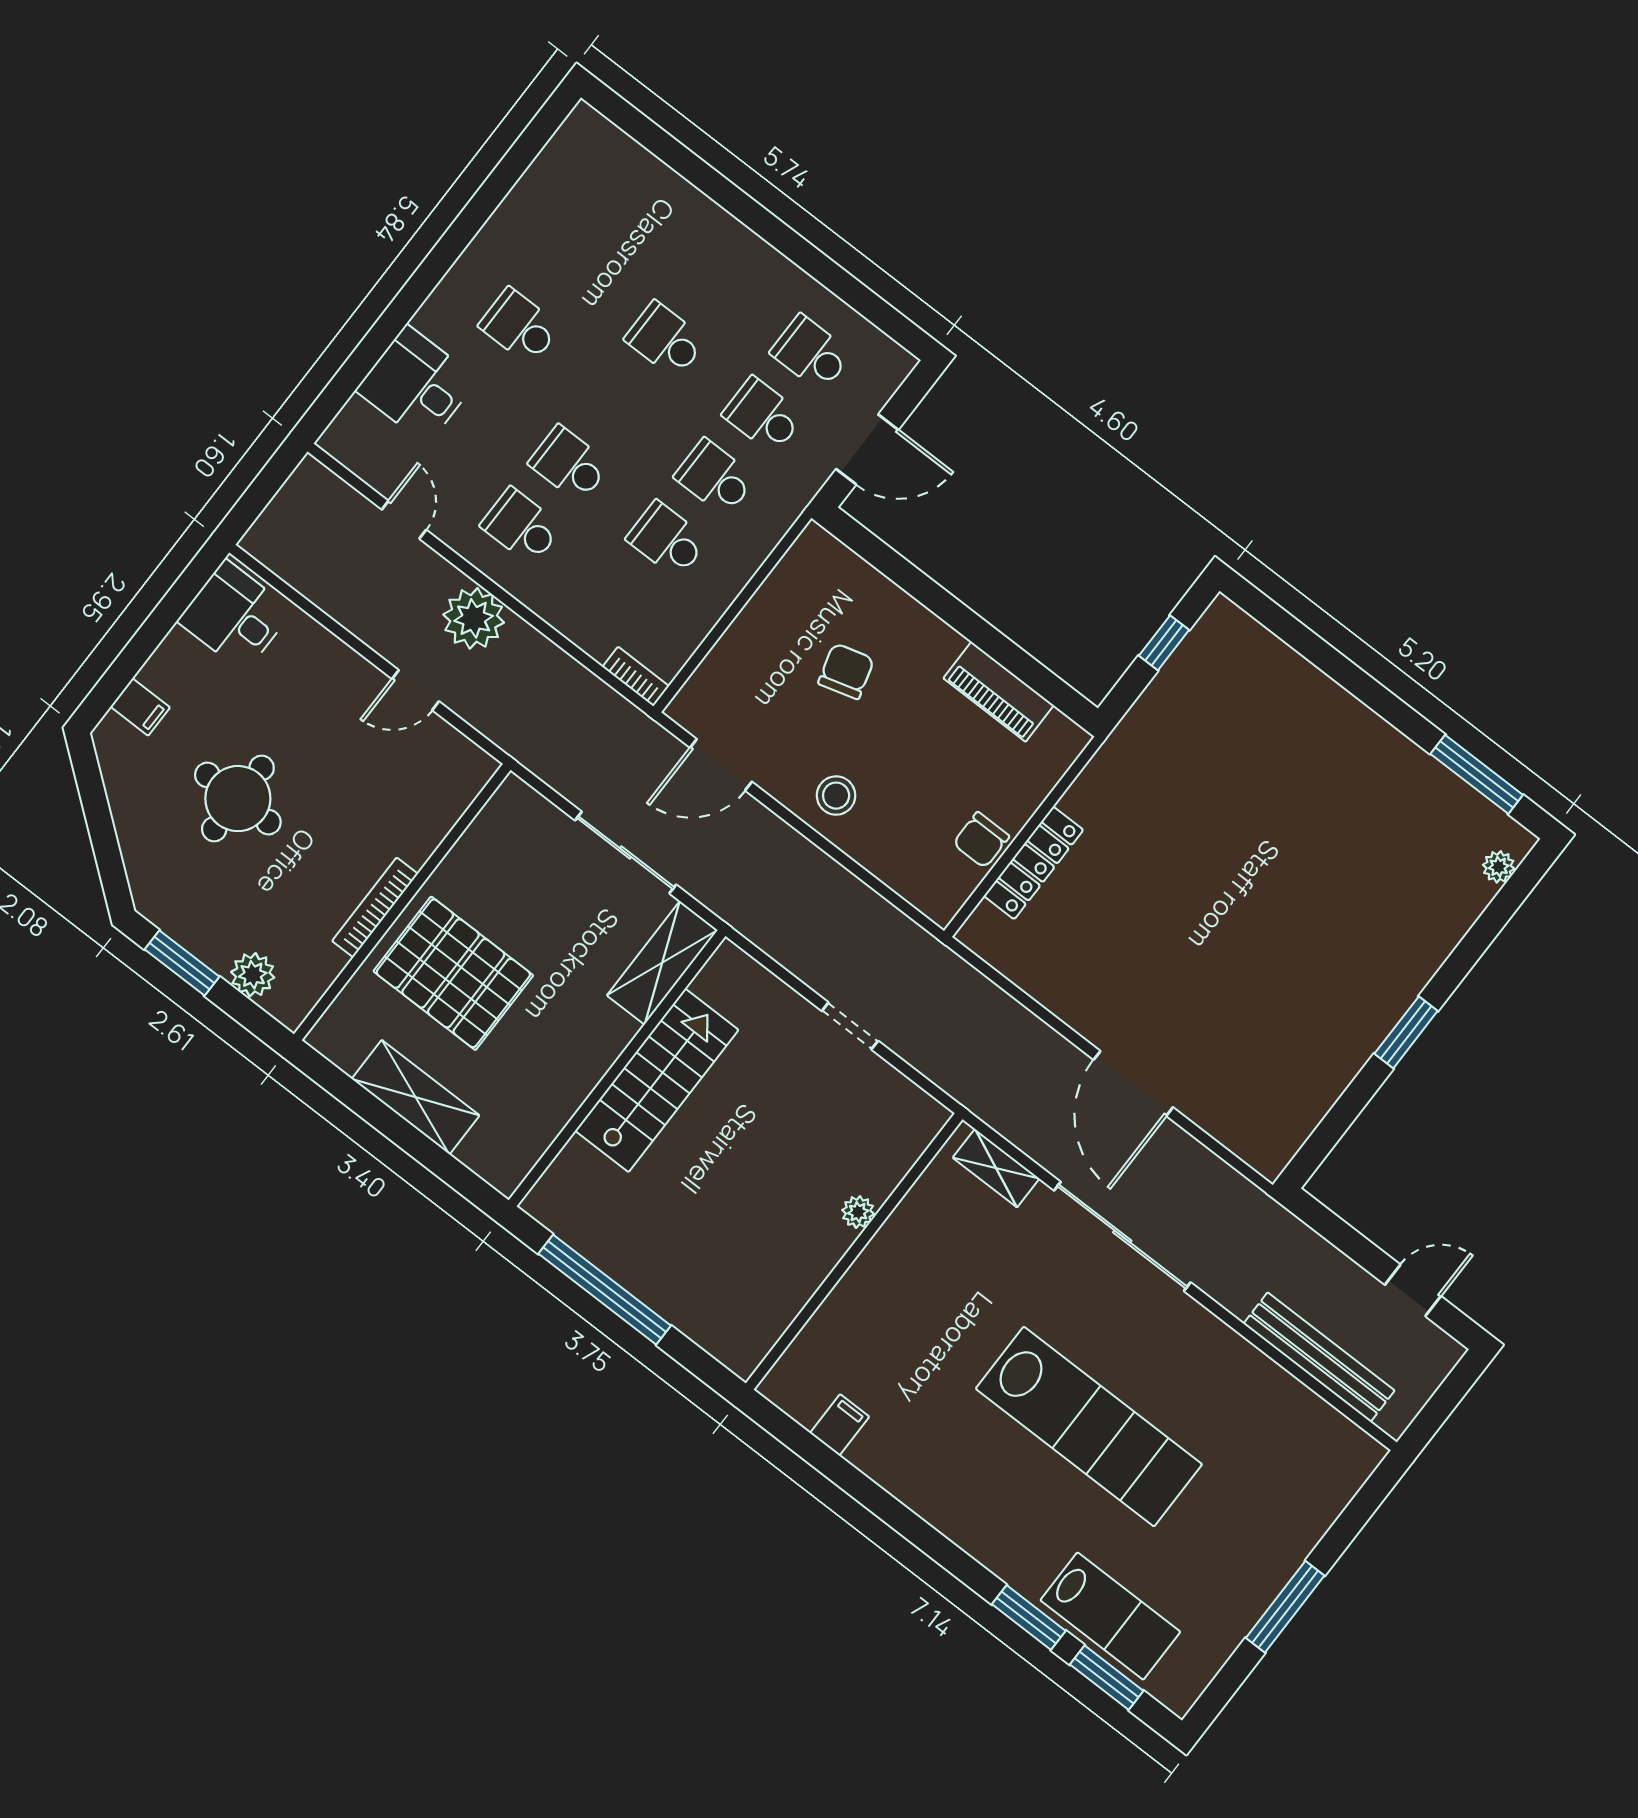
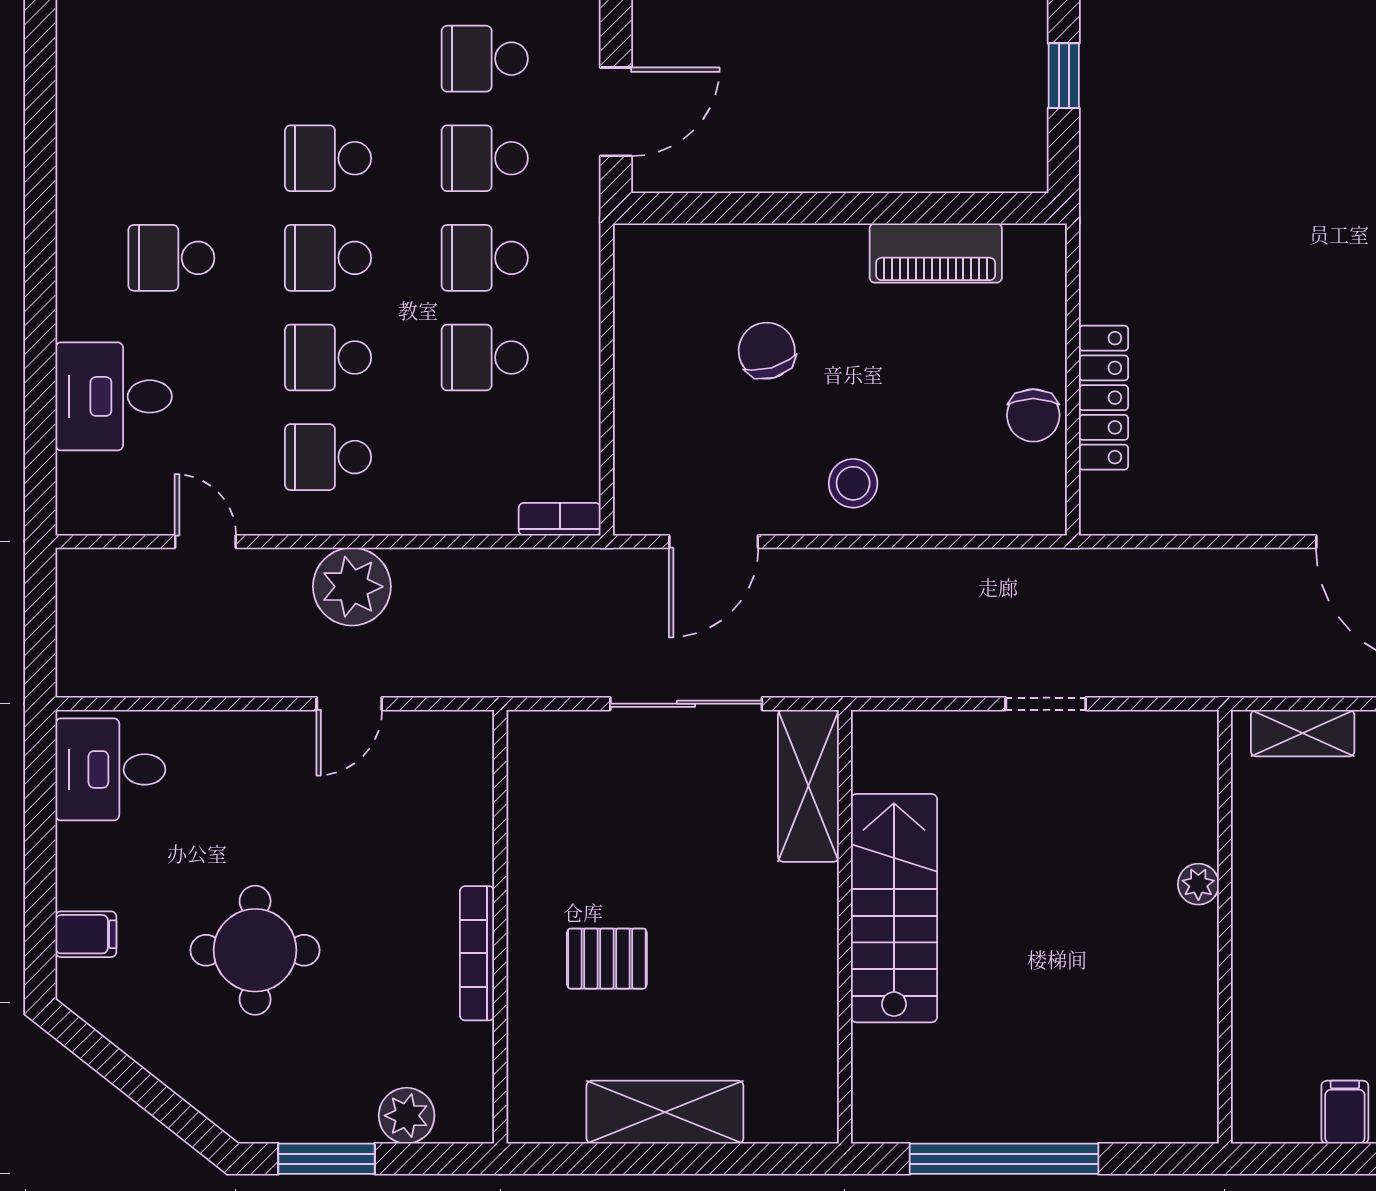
school desk: (617, 402) -> (328, 258), added
pallet: (453, 973) -> (607, 959), width x0.49, depth x0.50

